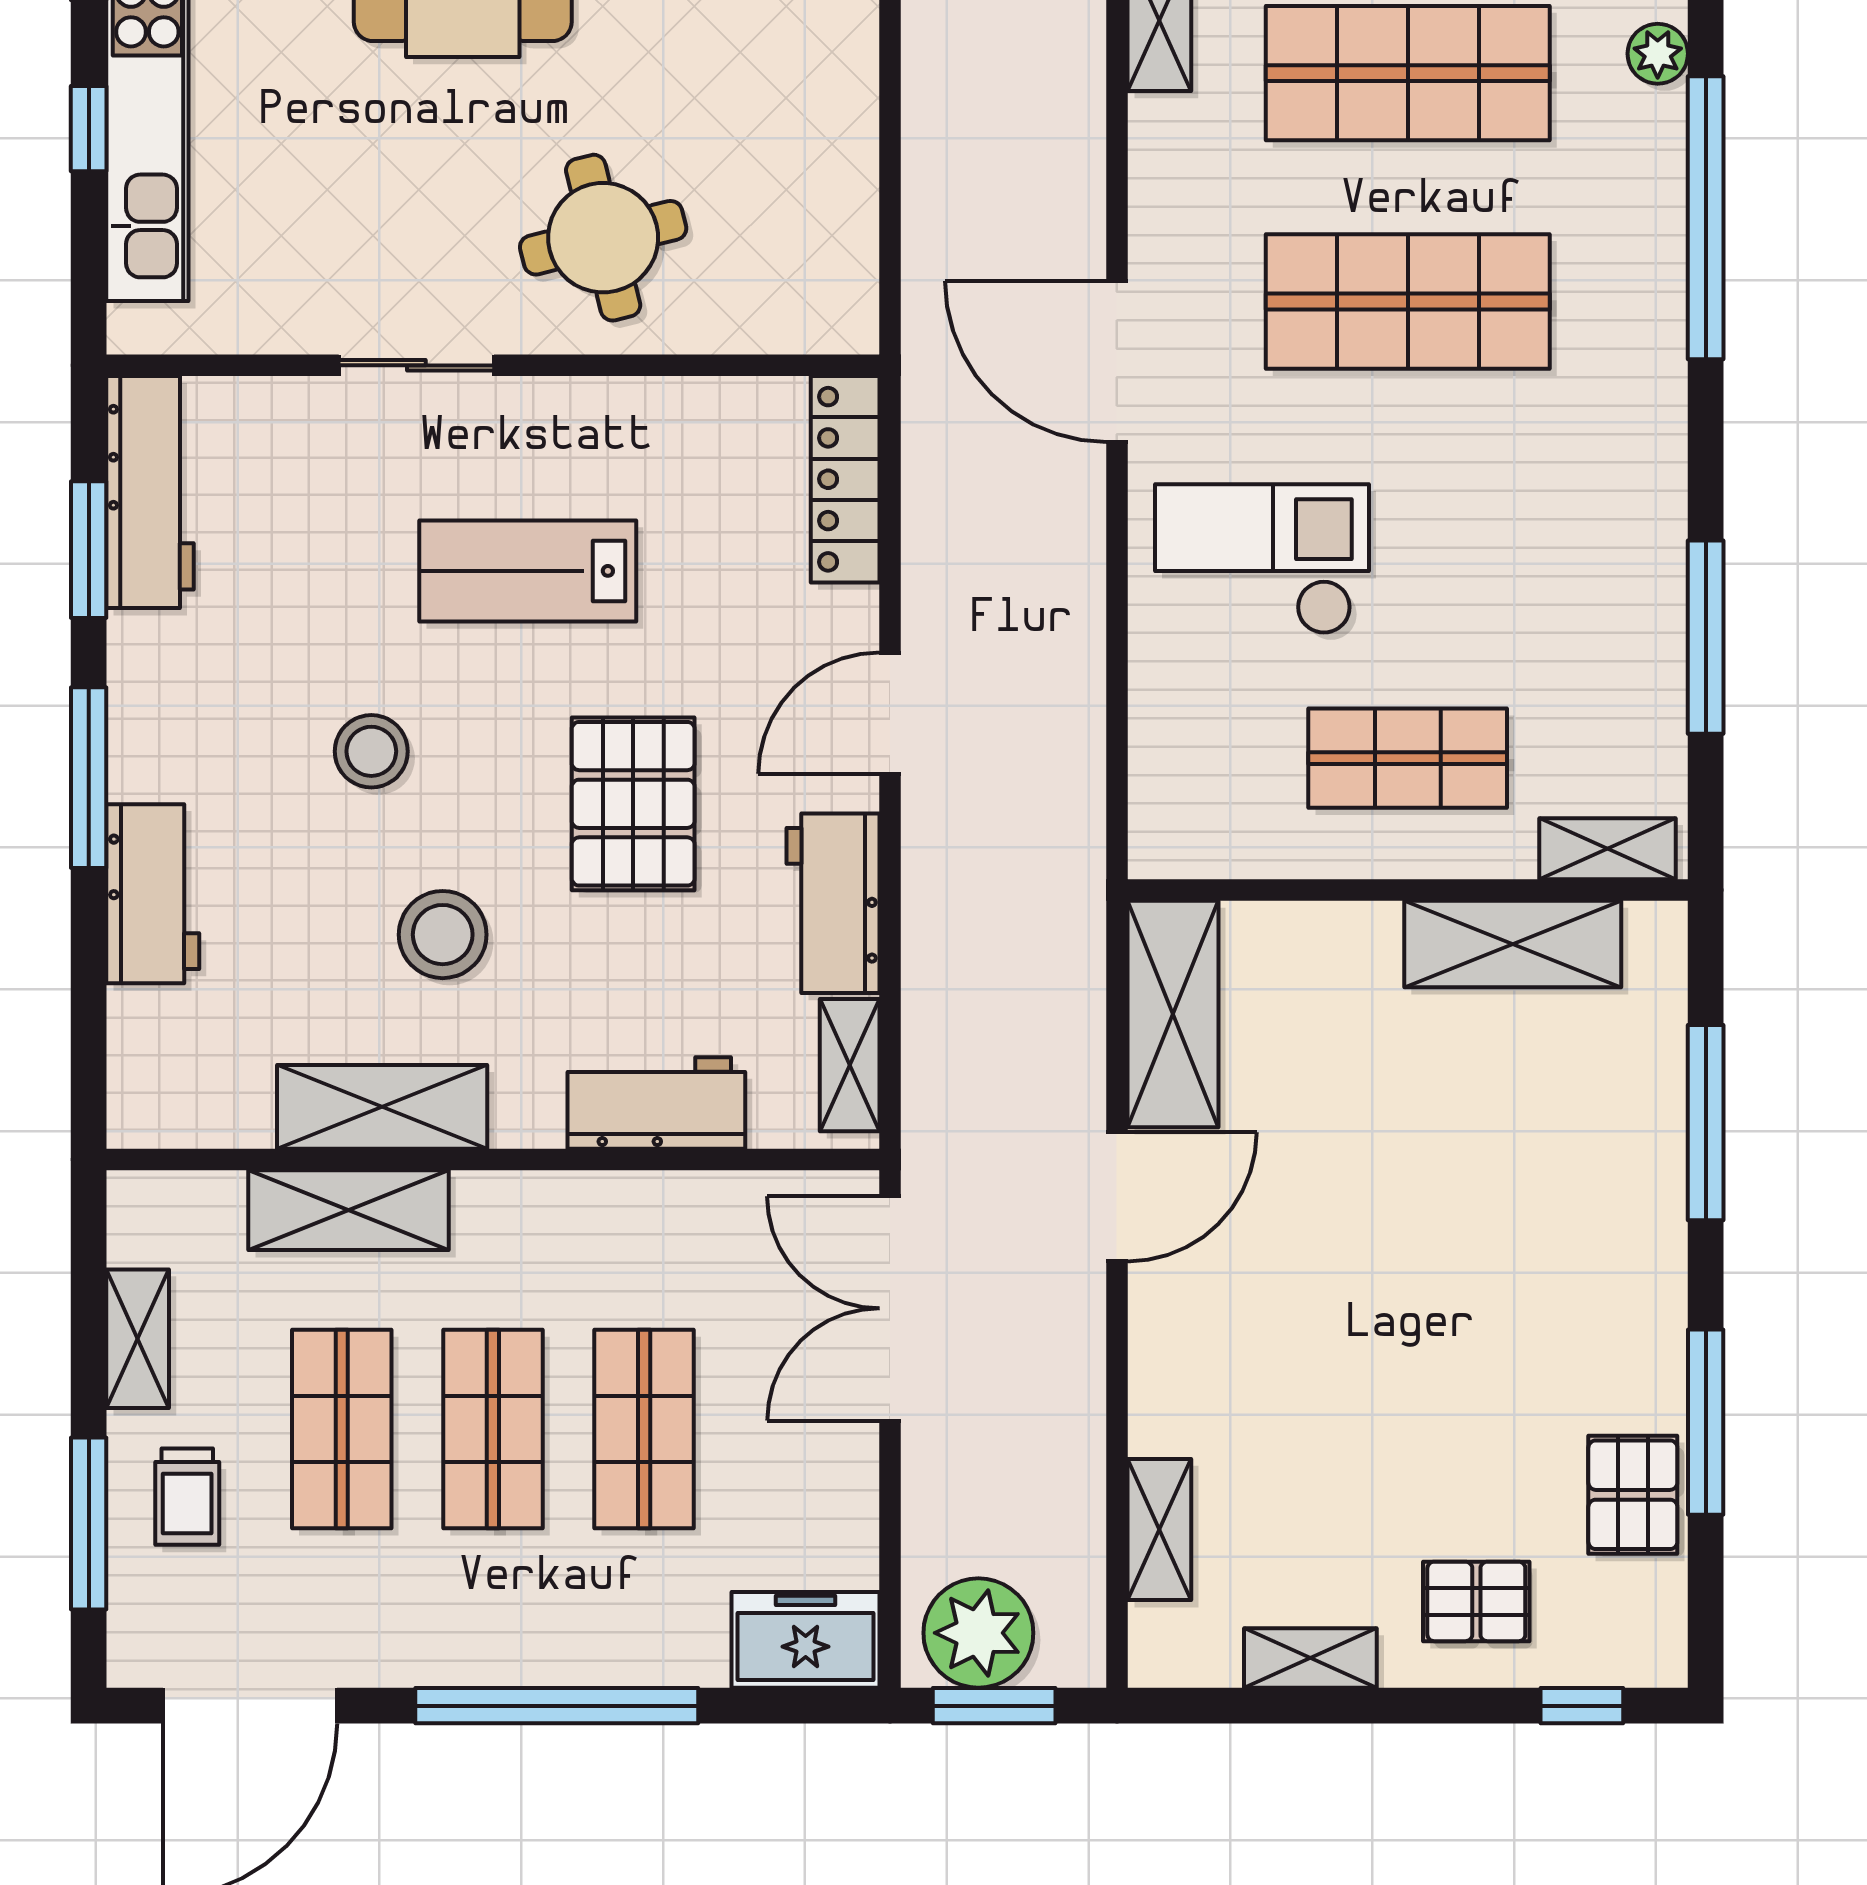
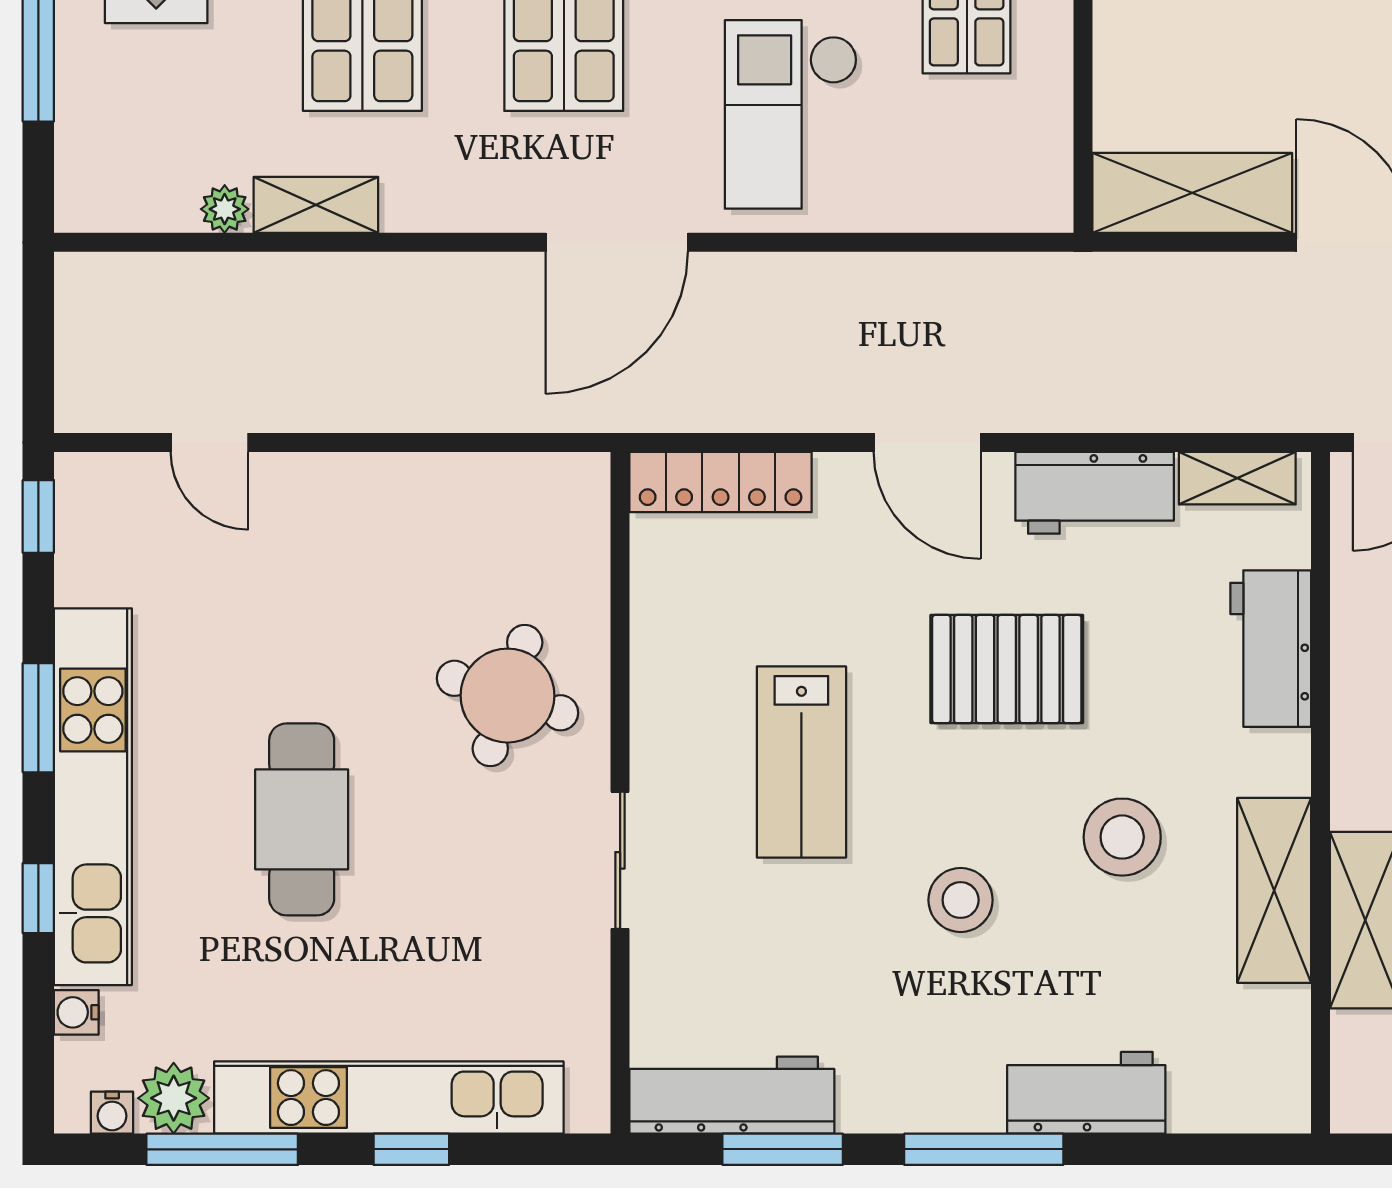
round table: (603, 238) -> (508, 696), turned 32

